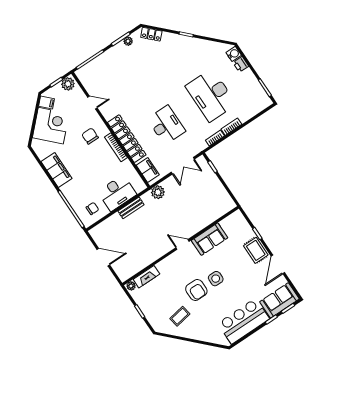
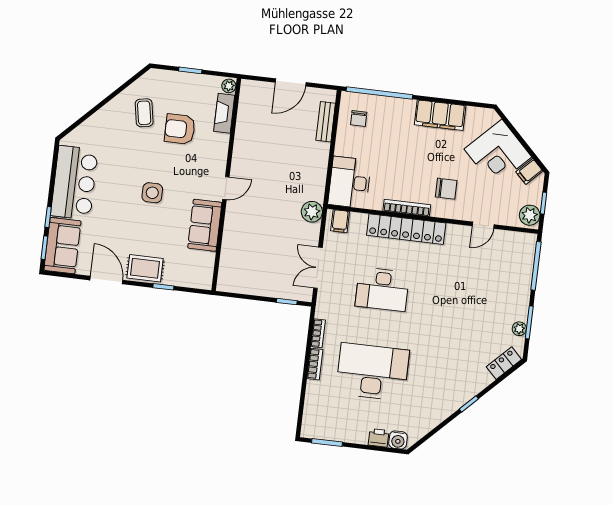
filing cabinet: (148, 170) -> (340, 221), width x0.50
desk: (117, 193) -> (350, 182), moved
bench: (131, 208) -> (326, 122), moved
armchair: (196, 290) -> (180, 129), moved

